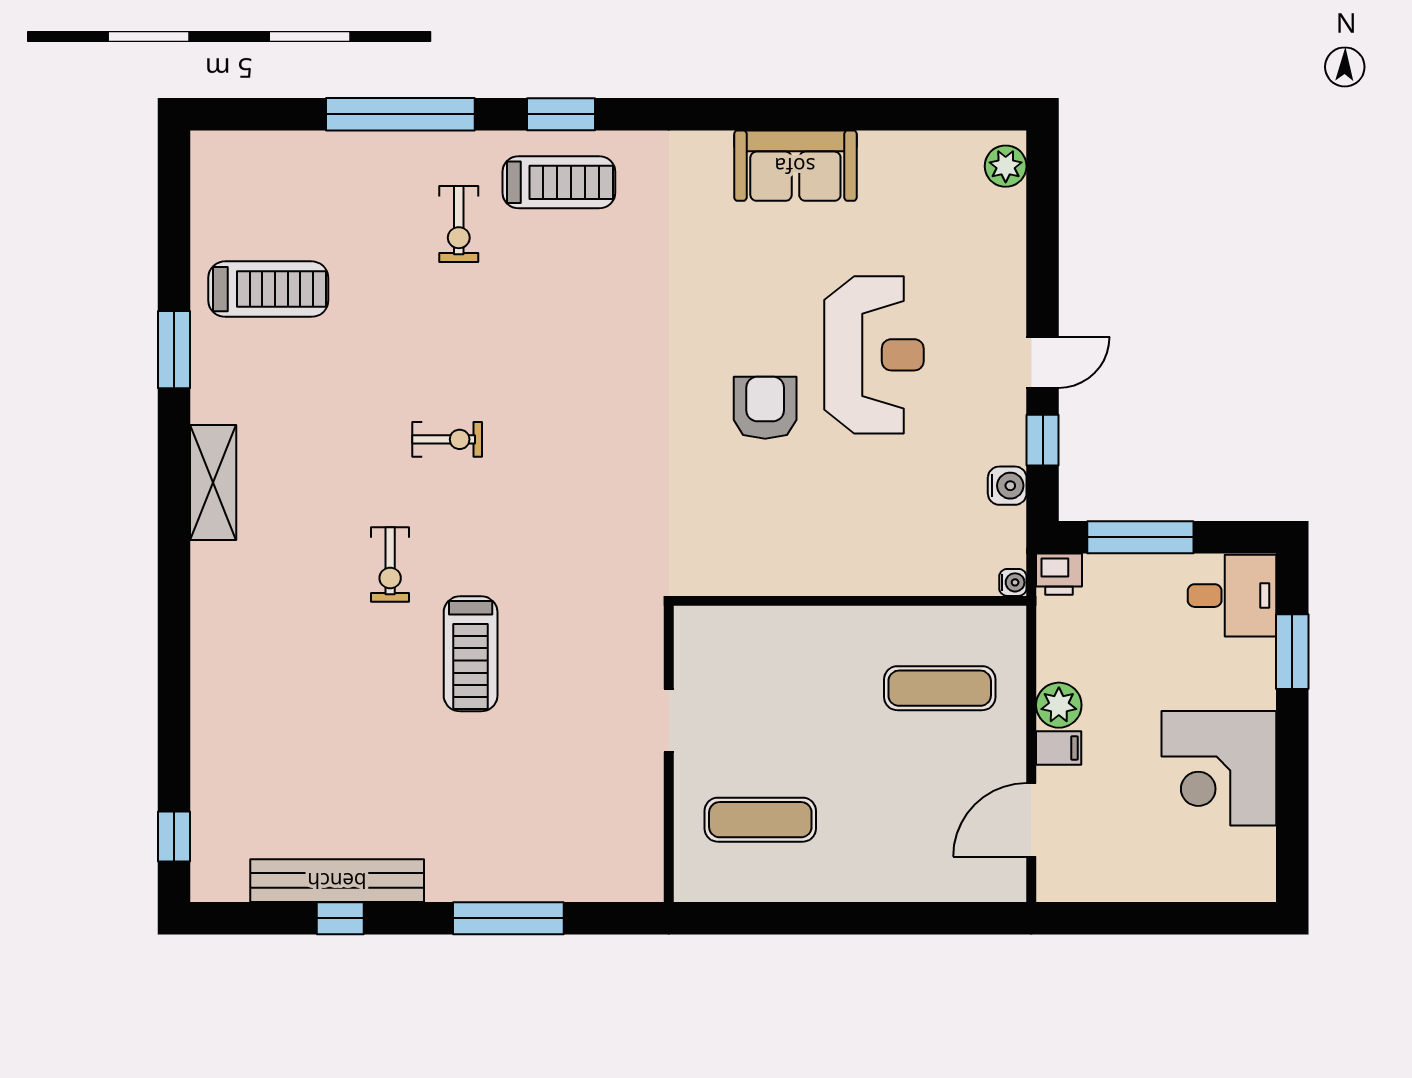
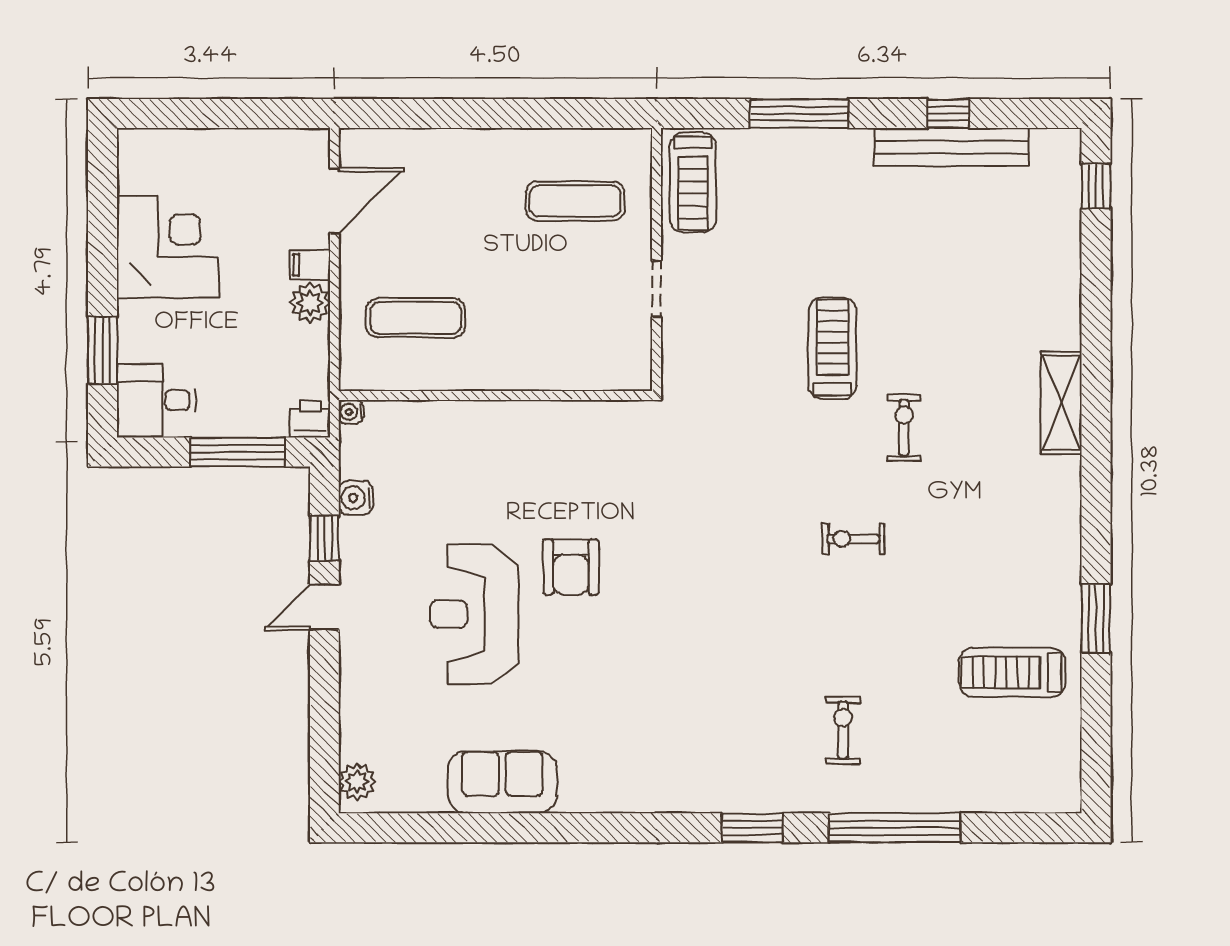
sofa: (795, 166) -> (502, 782), moved
treadmill: (559, 182) -> (693, 182), moved, turned -90
shelving: (213, 482) -> (1061, 403), moved

